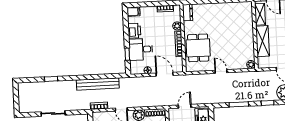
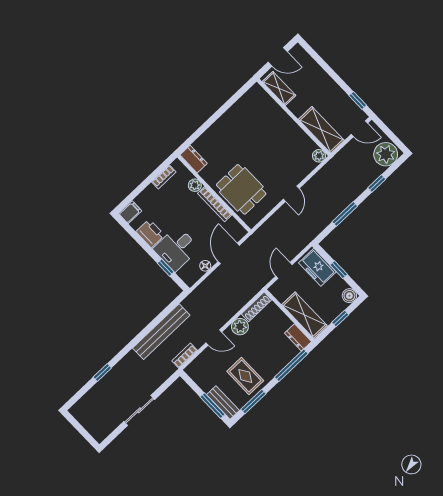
shelving: (263, 41) -> (321, 130), moved
door: (221, 71) -> (291, 194), swing flipped
door: (165, 74) -> (229, 253), hinge flipped

